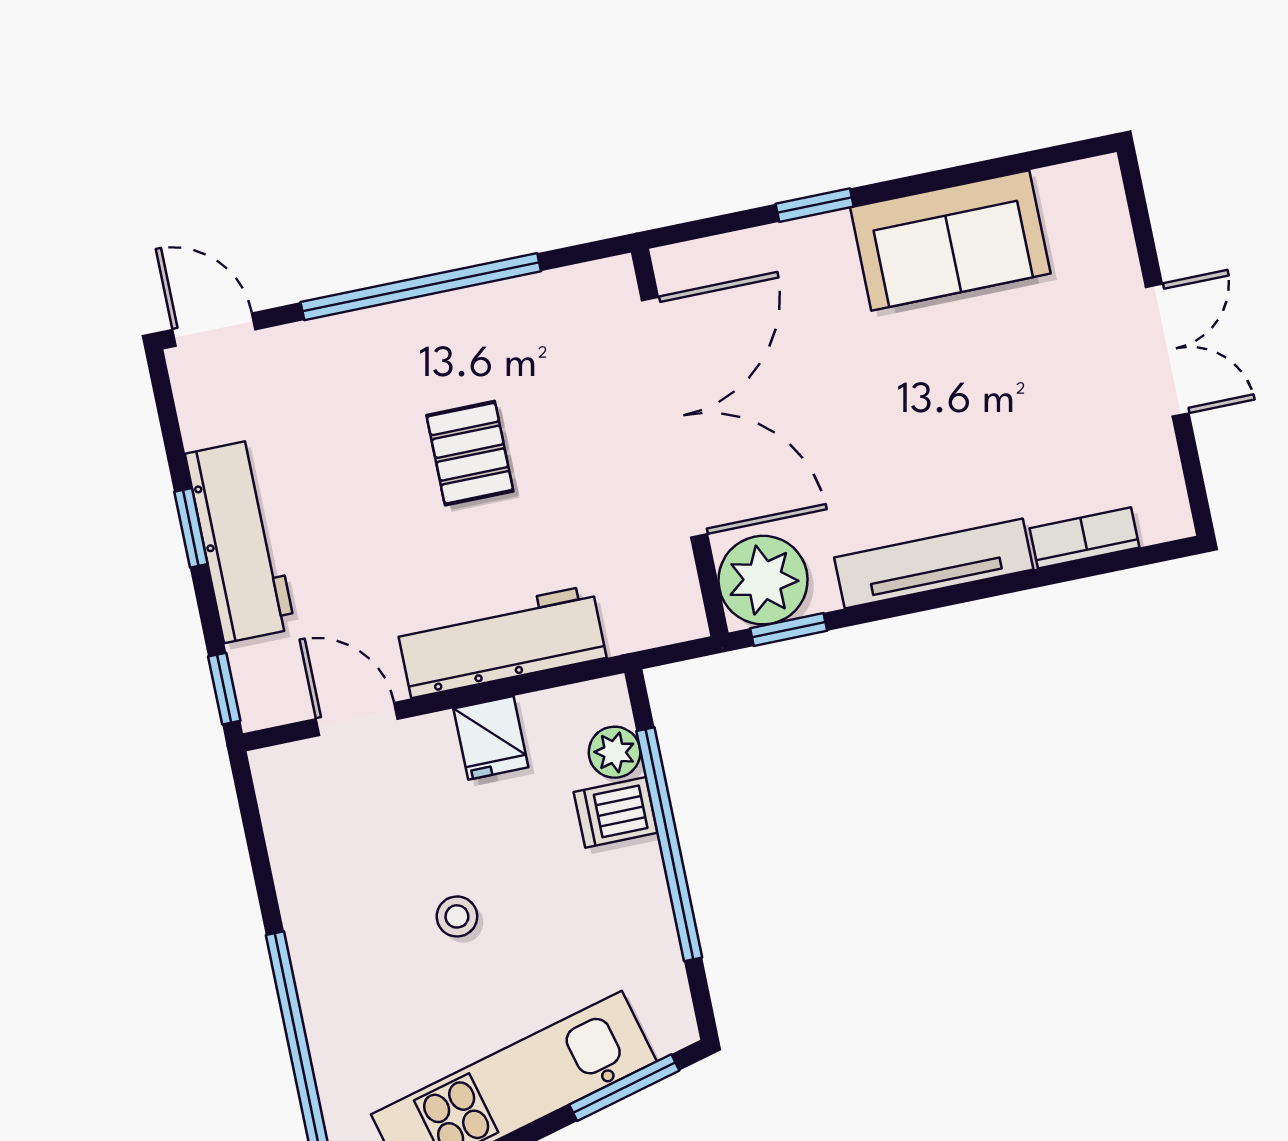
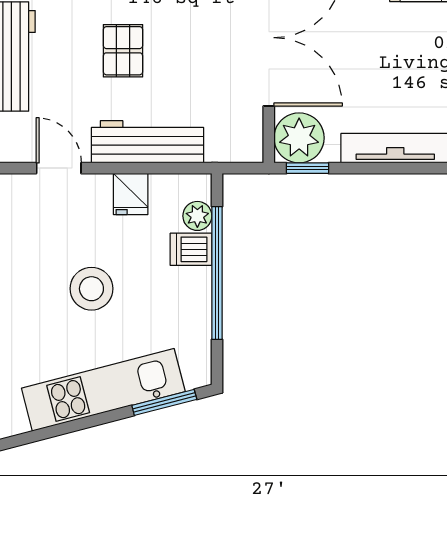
pallet: (470, 453) -> (123, 51), moved
stool: (457, 916) -> (91, 289), width x1.89, depth x1.89

